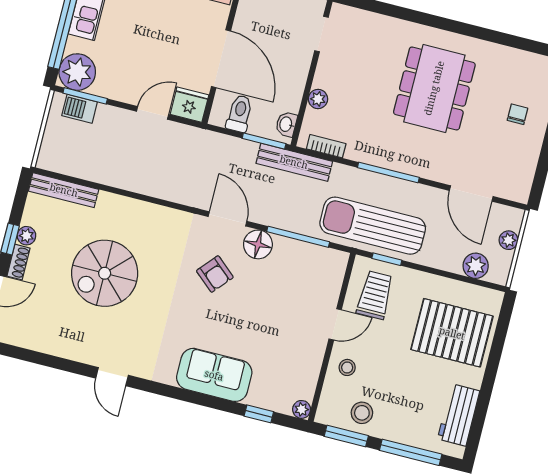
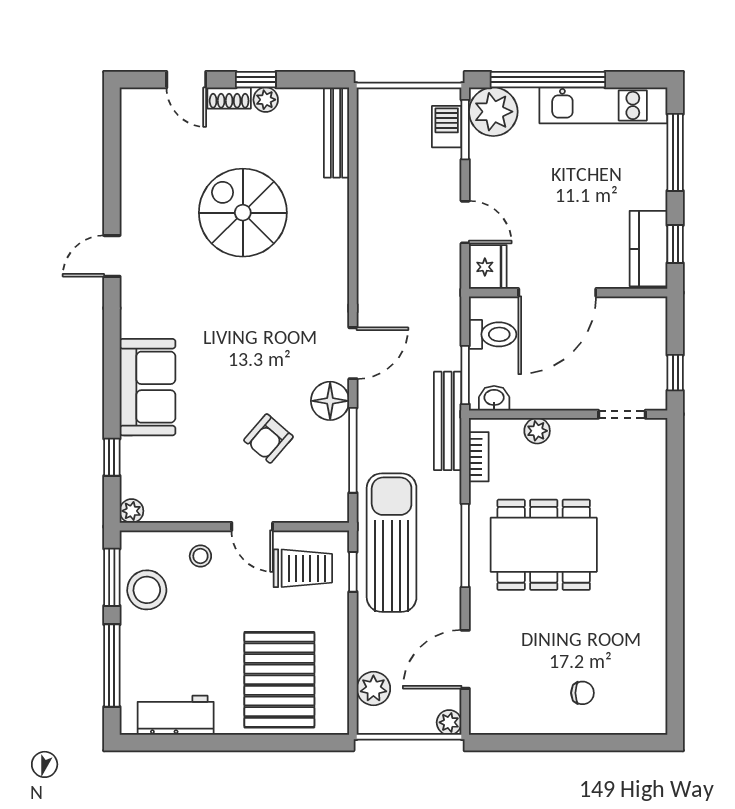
dining table: (434, 88) -> (544, 545), moved
plant: (509, 240) -> (449, 722), moved
armchair: (215, 274) -> (268, 439), moved
stool: (362, 413) -> (147, 590), width x1.38, depth x1.38

